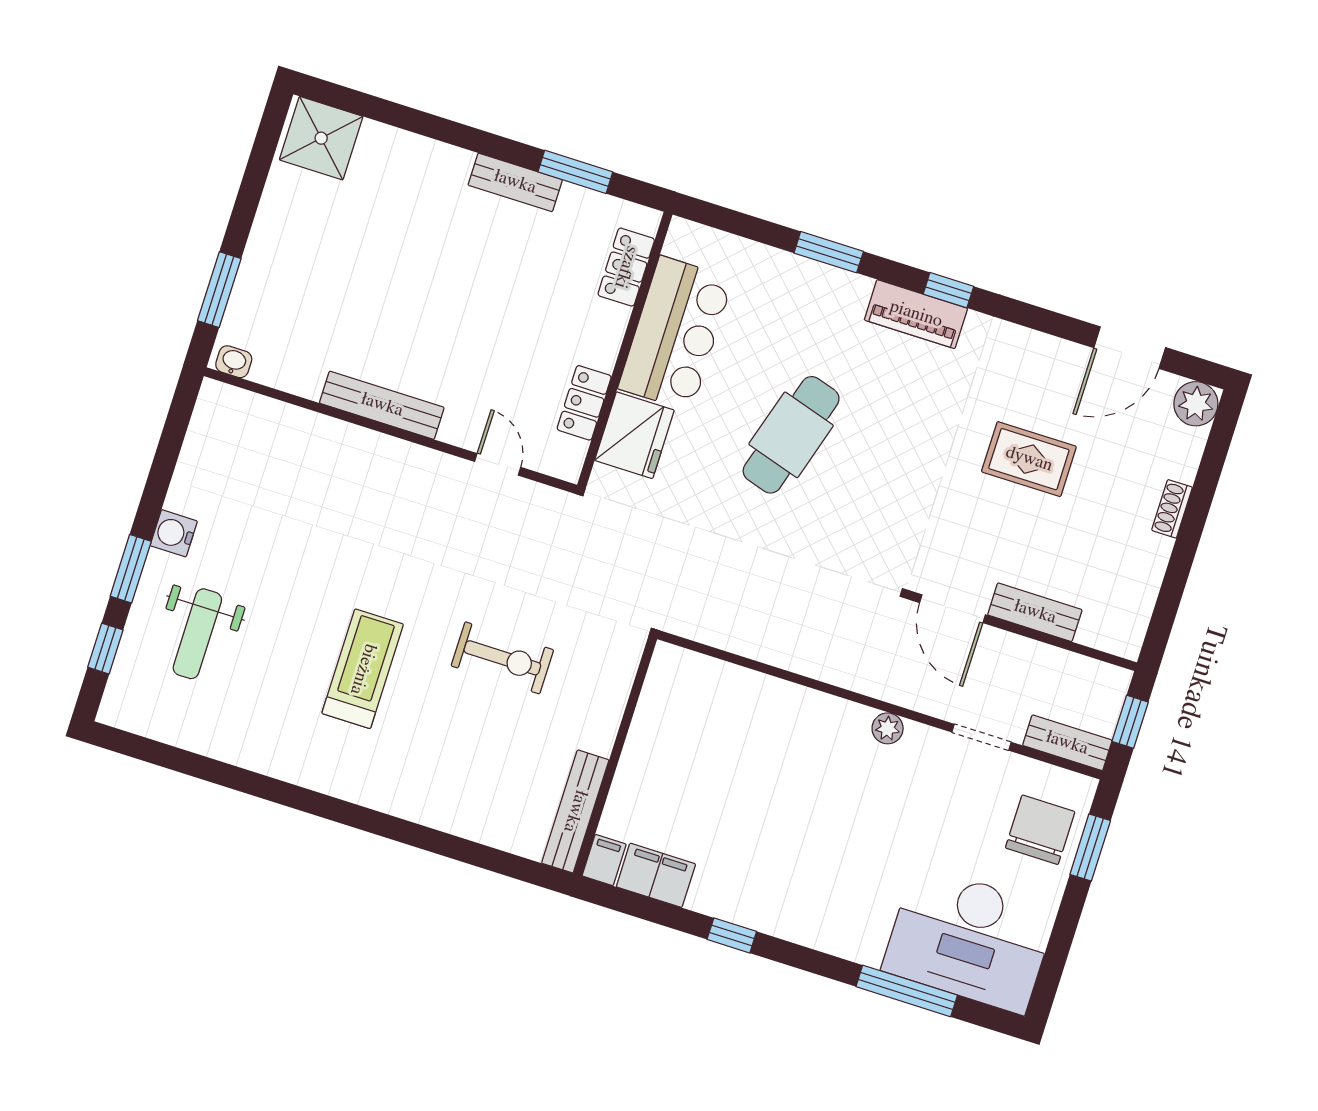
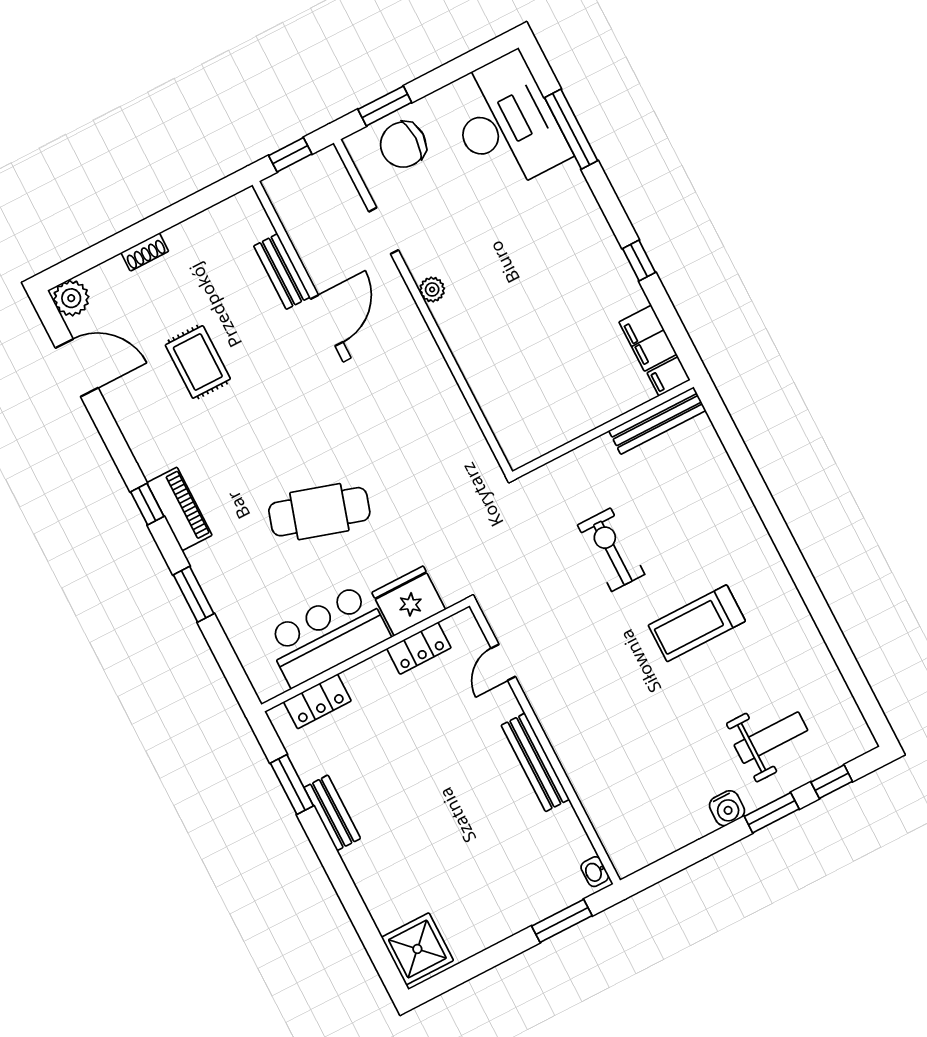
bench: (1067, 743) -> (338, 179), removed

